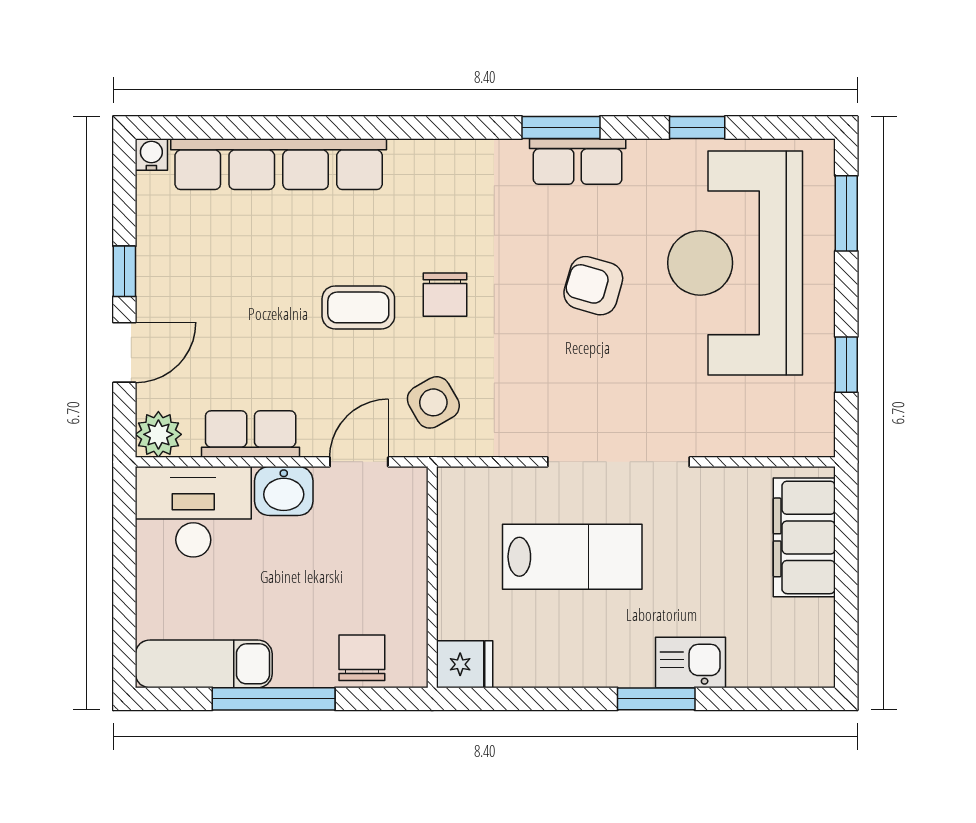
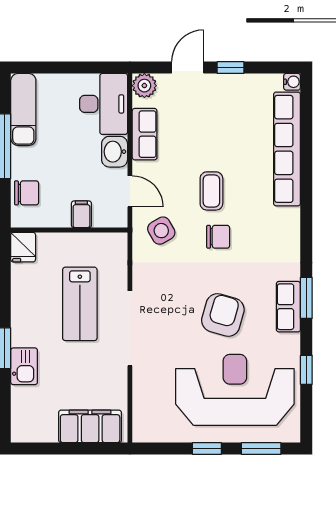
armchair: (593, 286) -> (223, 315), width x1.38, depth x1.38
chair: (445, 295) -> (218, 237), turned 180
door: (124, 352) -> (188, 68), swing flipped
window: (846, 365) -> (207, 448), moved
filing cabinet: (402, 554) -> (81, 214), added

